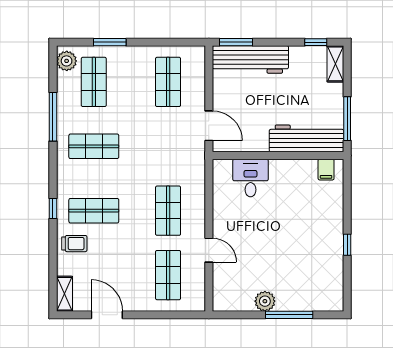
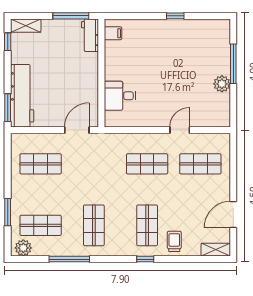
workbench: (306, 138) -> (90, 35), width x0.53, depth x0.76

